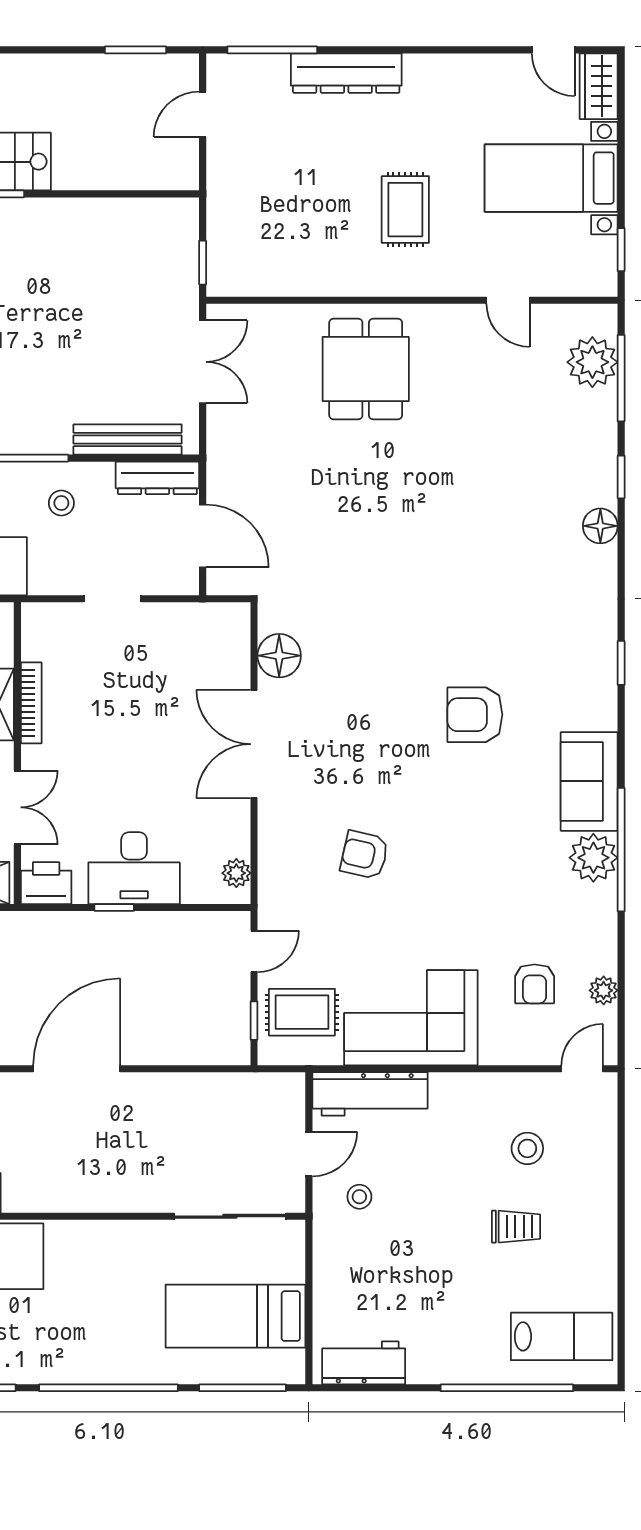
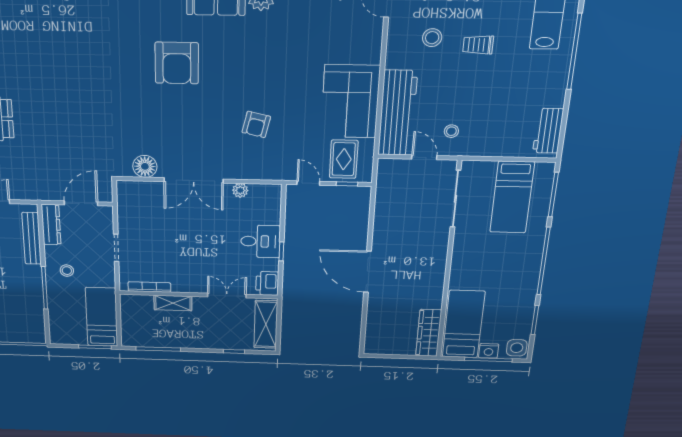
bookcase: (31, 703) -> (149, 287), moved
armchair: (475, 715) -> (177, 63), width x1.36, depth x1.36
desk: (134, 868) -> (260, 241), width x0.73
plant: (236, 873) -> (240, 190), moved
armchair: (535, 984) -> (335, 32), removed
workbench: (370, 1094) -> (398, 113), width x1.36, depth x1.32
trolley: (516, 1227) -> (478, 45), turned -90

